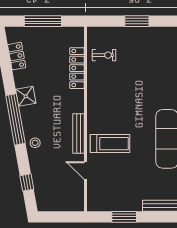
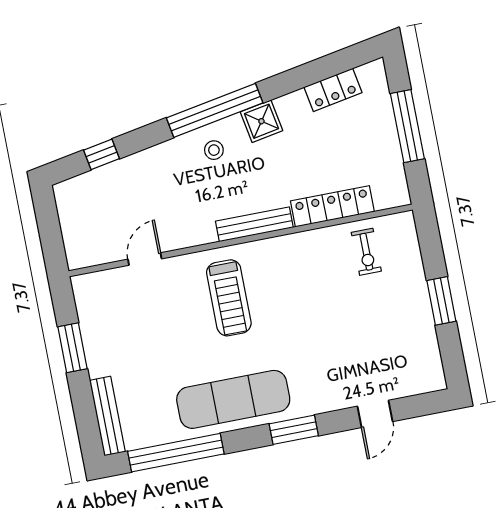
bench: (78, 133) -> (254, 224), moved
stool: (35, 143) -> (214, 150), moved
treadmill: (110, 144) -> (229, 298), moved

